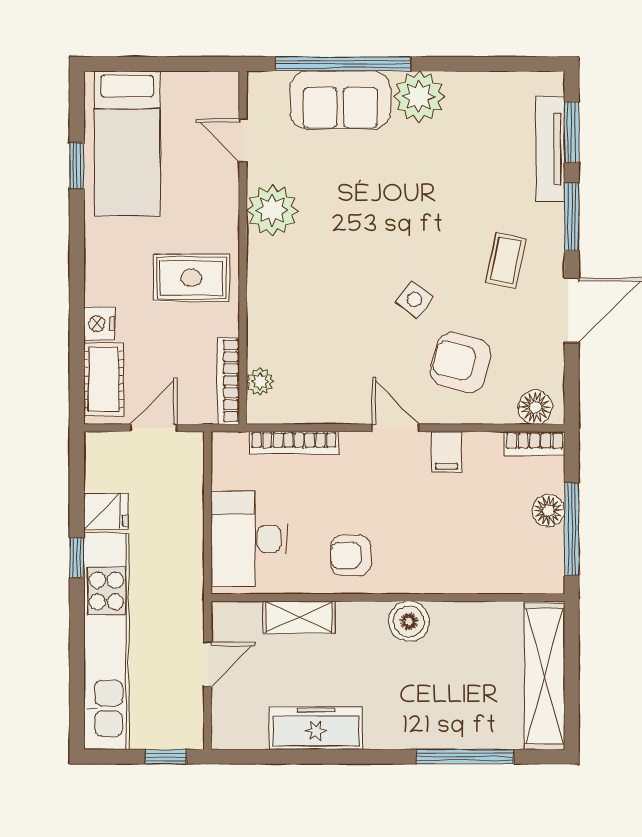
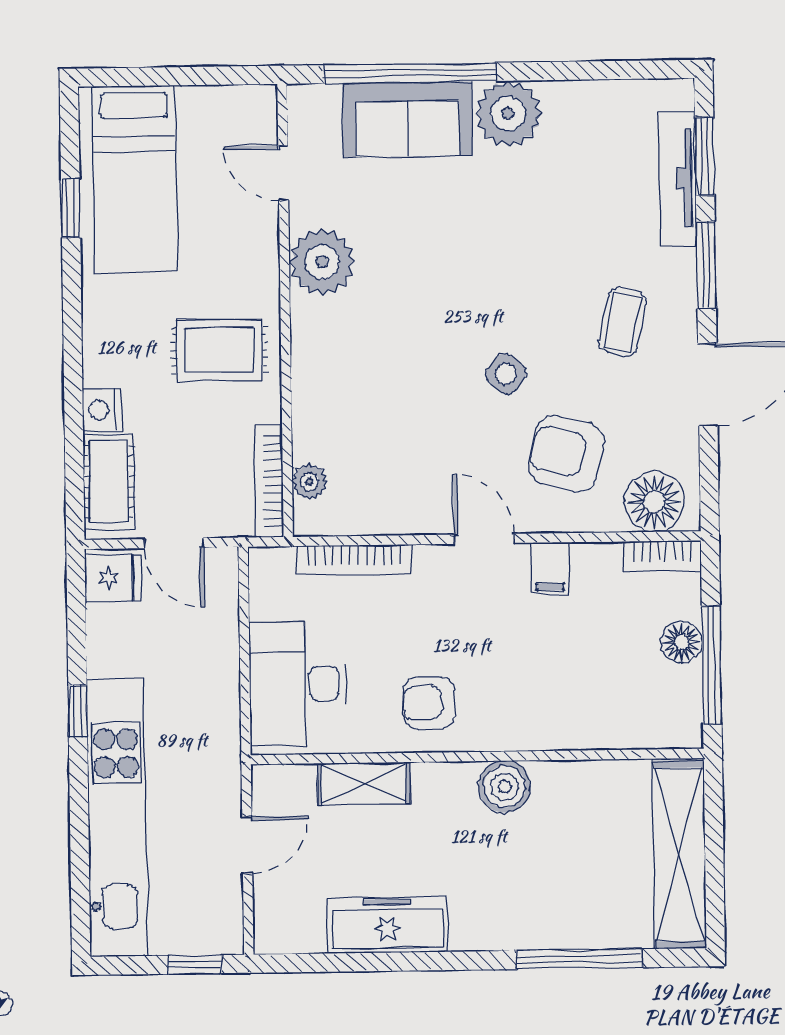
floor lamp: (535, 407) -> (654, 502), width x1.38, depth x1.38
door: (154, 428) -> (174, 543), swing flipped
fridge: (106, 511) -> (113, 578), moved

